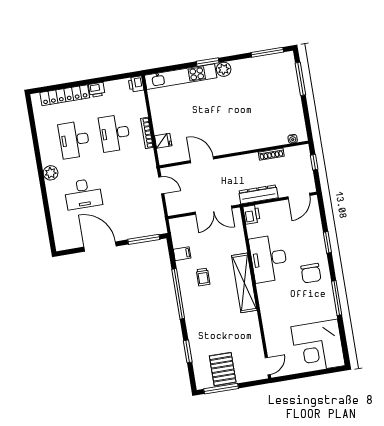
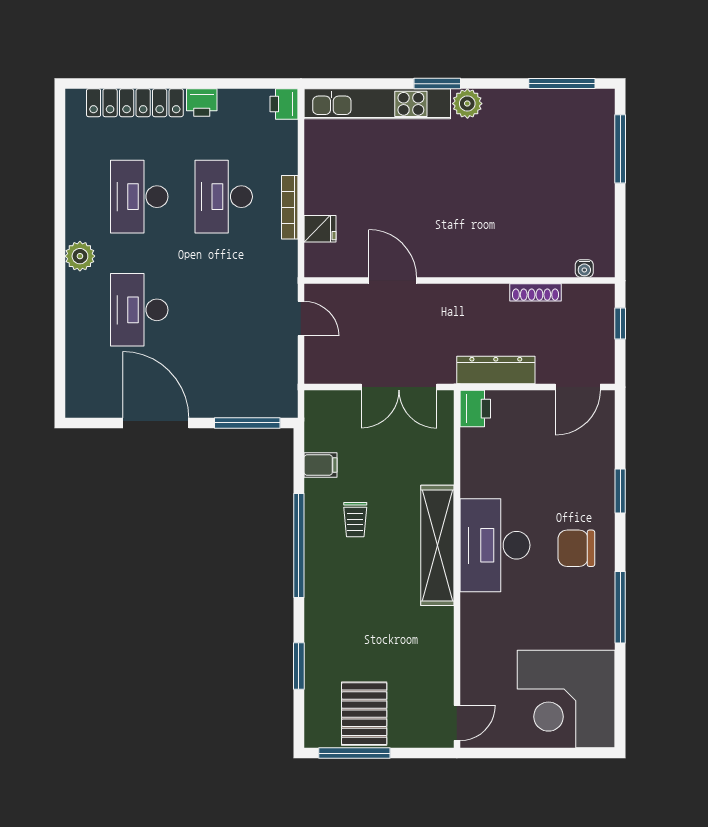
desk: (83, 194) -> (139, 310), turned 90
desk: (269, 259) -> (495, 545), moved
chair: (311, 273) -> (576, 548), turned 90

